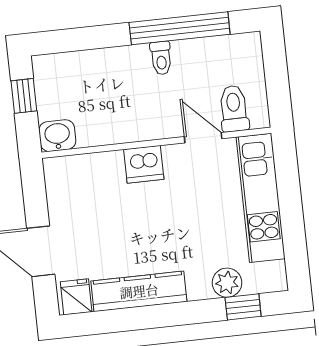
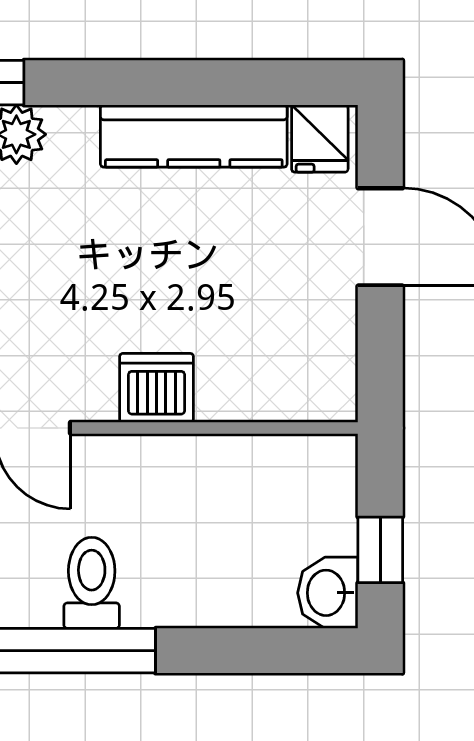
toilet: (161, 58) -> (92, 583), width x1.37, depth x1.39
washbasin: (57, 136) -> (328, 593), moved, turned 90

